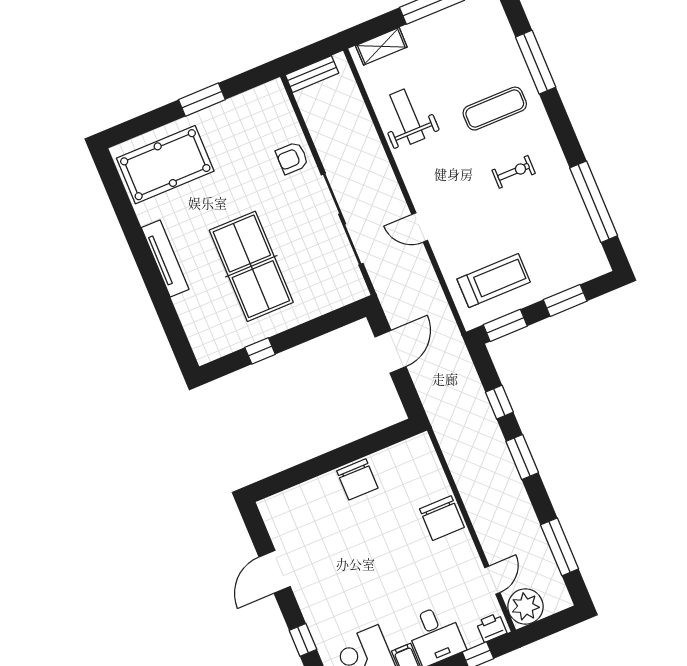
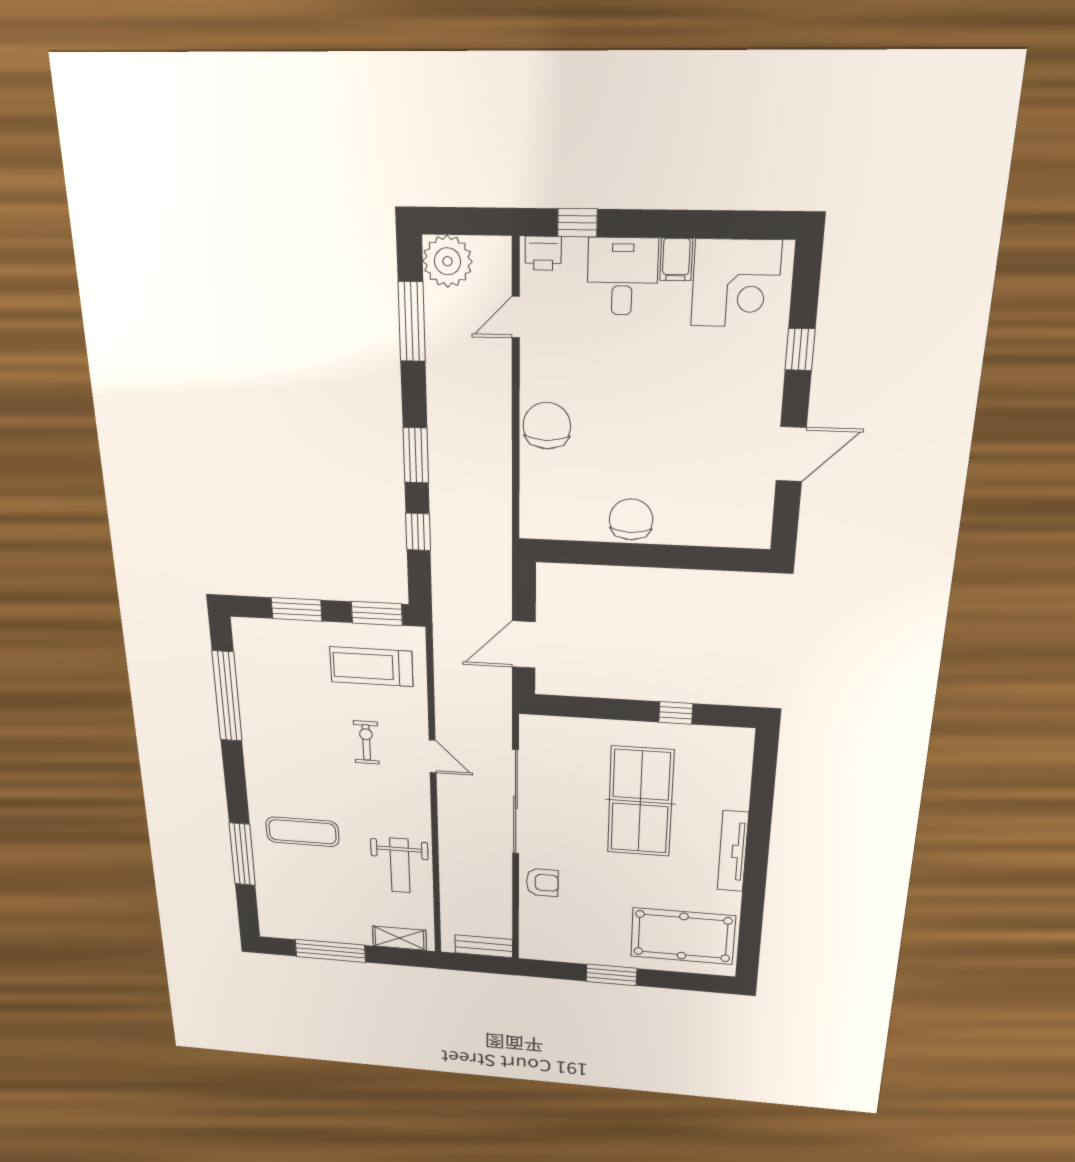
exercise bike: (514, 172) -> (366, 742), moved, turned 90
plant: (525, 607) -> (447, 261), moved

